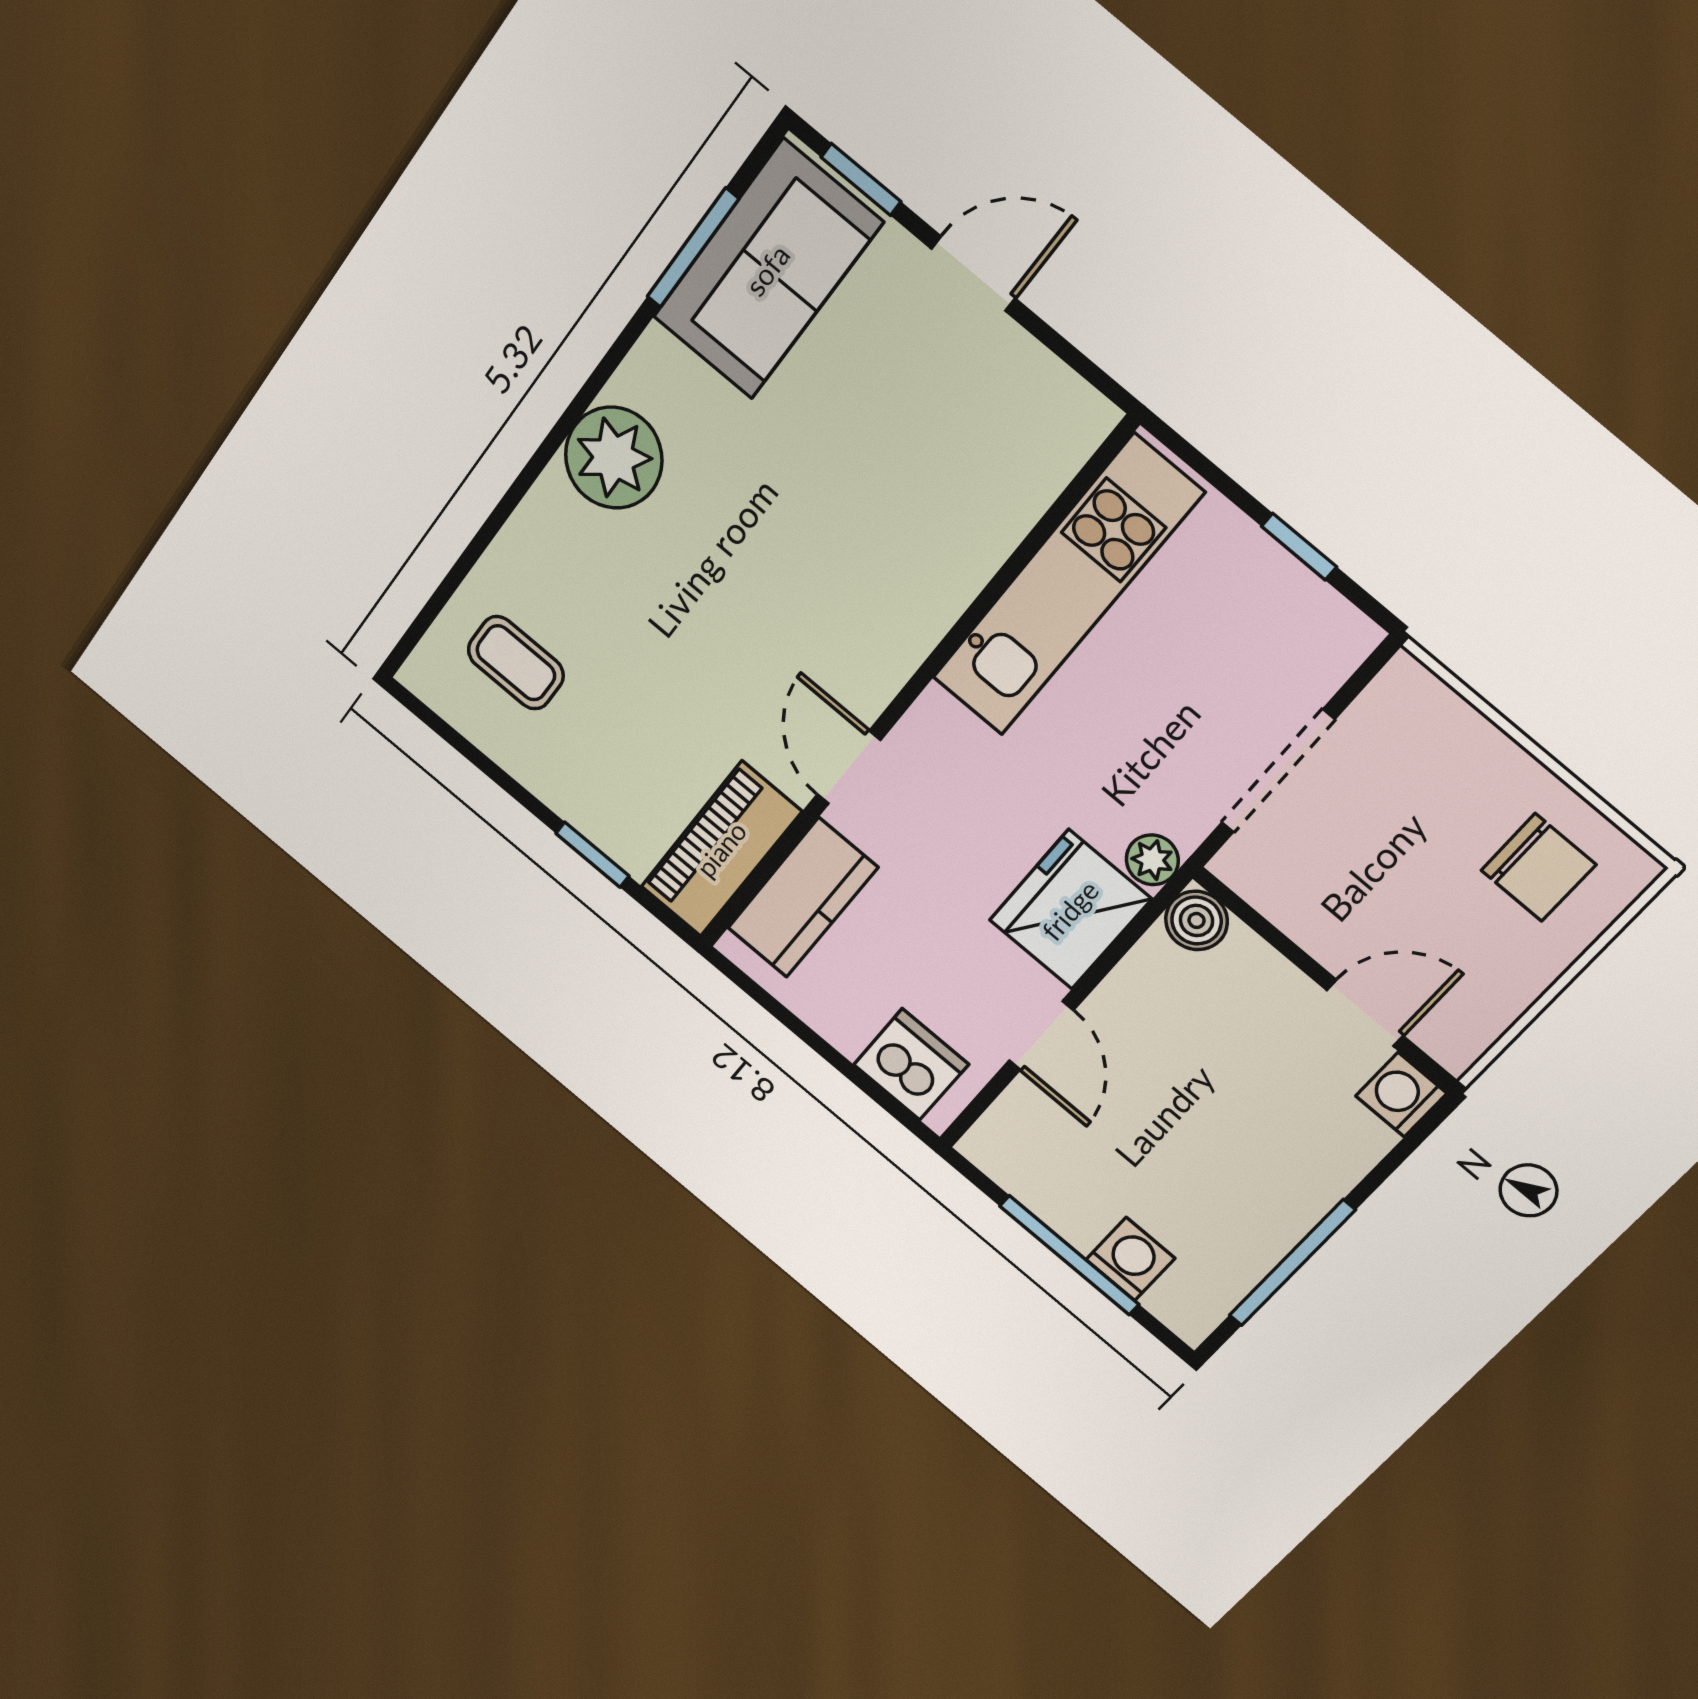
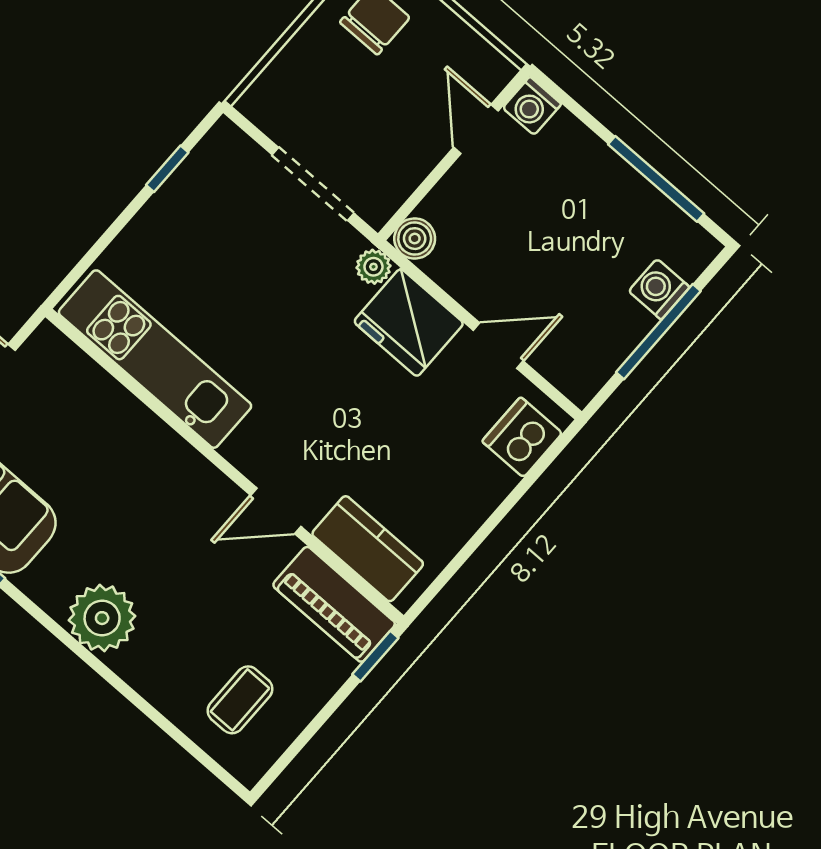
kitchen unit: (1067, 586) -> (155, 359), moved
wall: (910, 692) -> (225, 466), moved
door: (849, 767) -> (276, 511), moved
piano: (721, 849) -> (334, 604), moved
kitchen counter: (802, 898) -> (368, 549), moved

